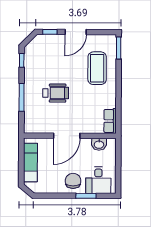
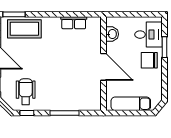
coffee table: (97, 68) -> (24, 29), moved
wheelchair: (56, 93) -> (26, 92), moved
row of seats: (110, 121) -> (74, 23), moved

